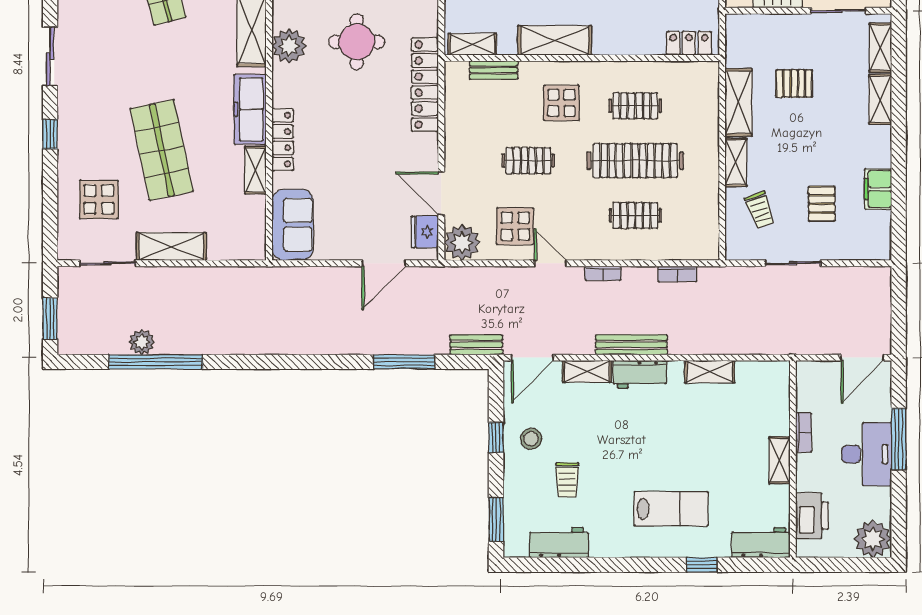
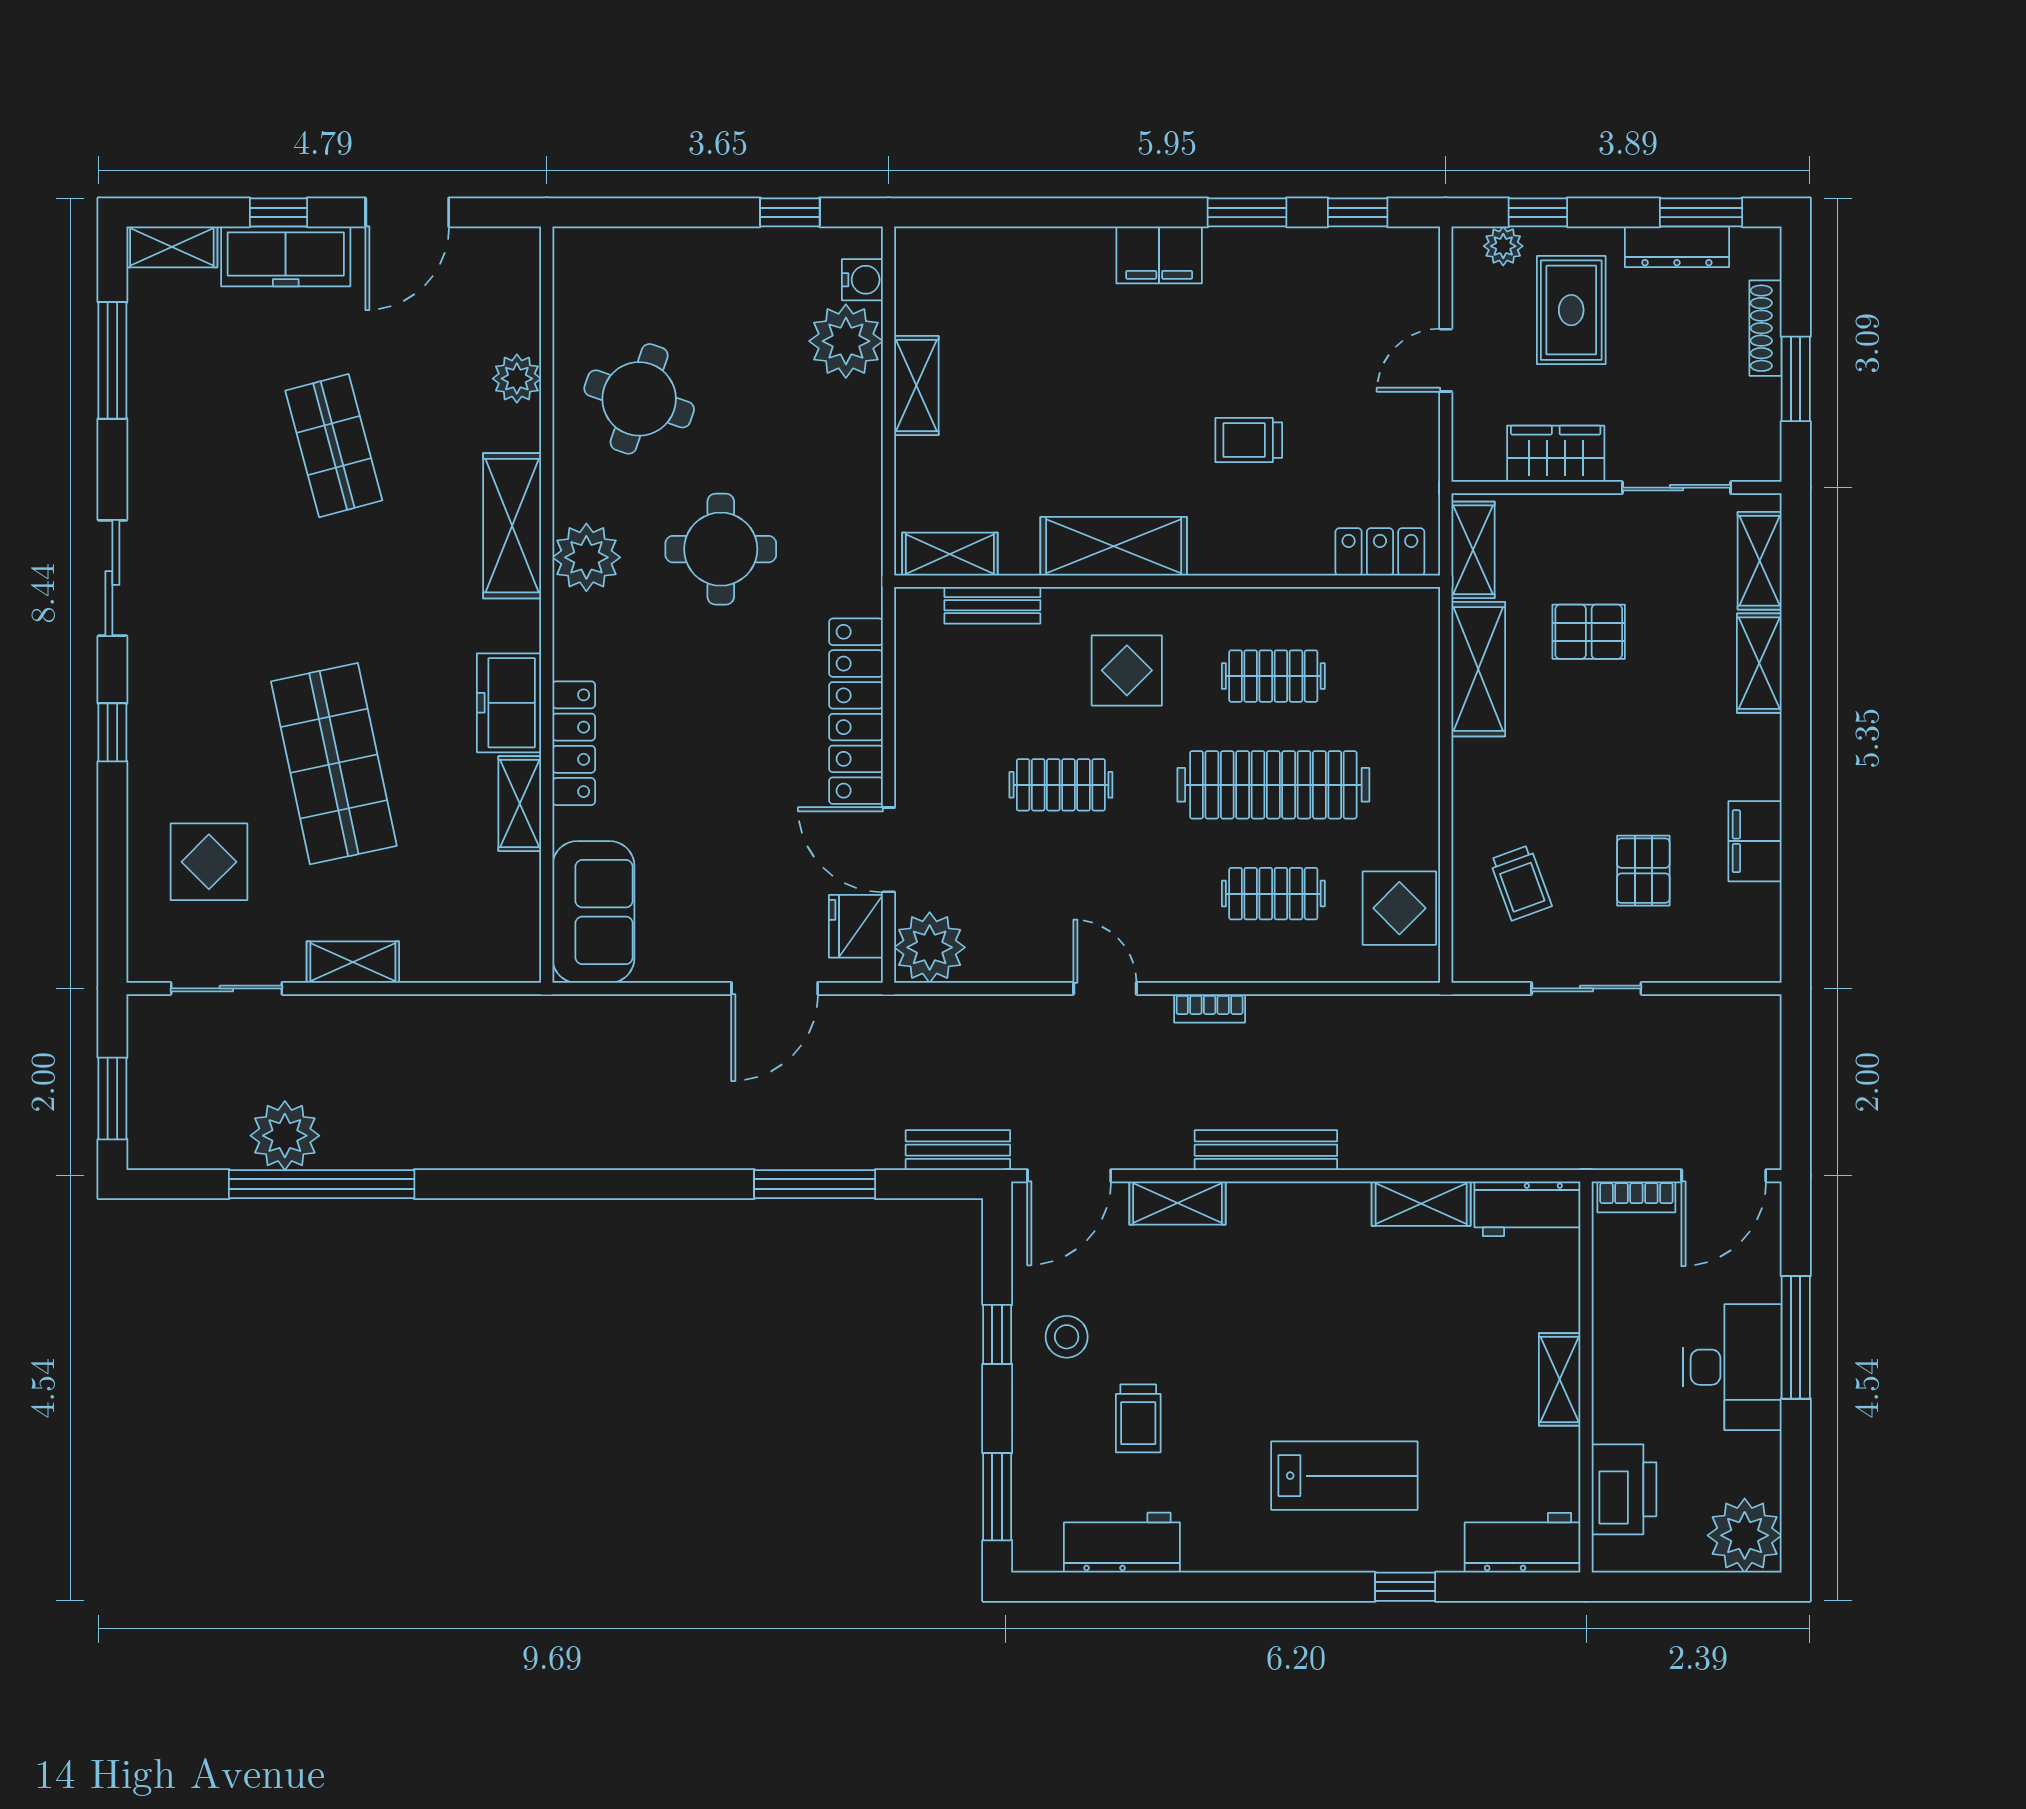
locker: (425, 85) -> (856, 711), moved
freezer: (250, 109) -> (509, 703), width x0.71
shelving: (736, 162) -> (1473, 550), moved
display table: (515, 226) -> (1399, 908), moved
shelving: (171, 246) -> (353, 962), width x0.67, depth x0.75
bookcase: (677, 274) -> (1357, 1010), removed
plant: (142, 342) -> (285, 1136), width x1.36, depth x1.36
workbench: (640, 374) -> (1527, 1209), moved
bookcase: (804, 433) -> (1636, 1197), moved, turned 90

